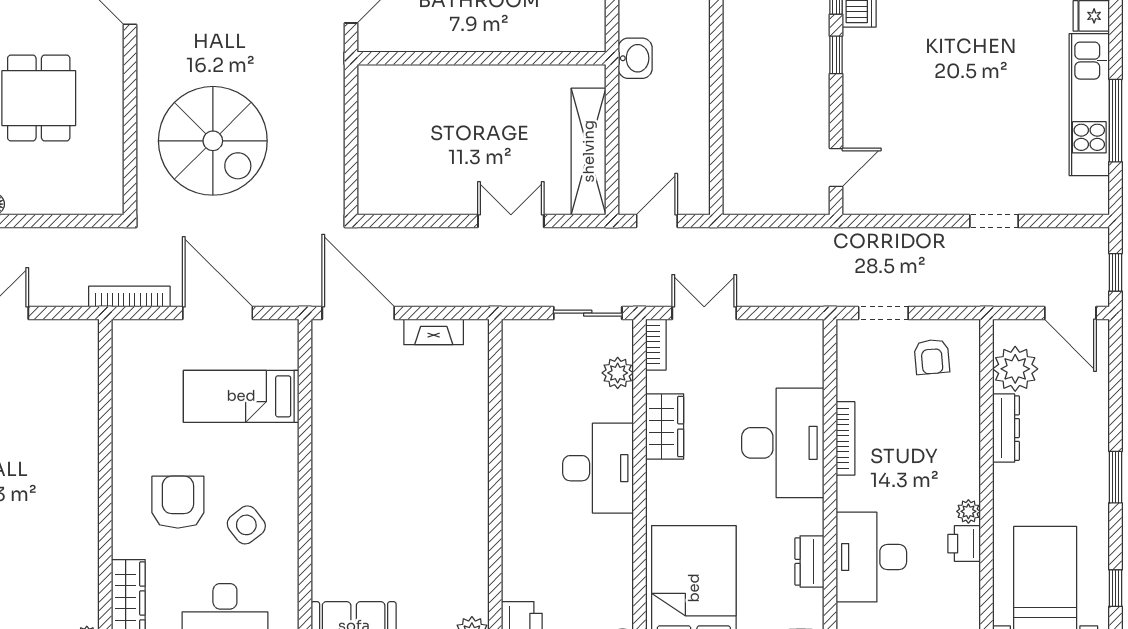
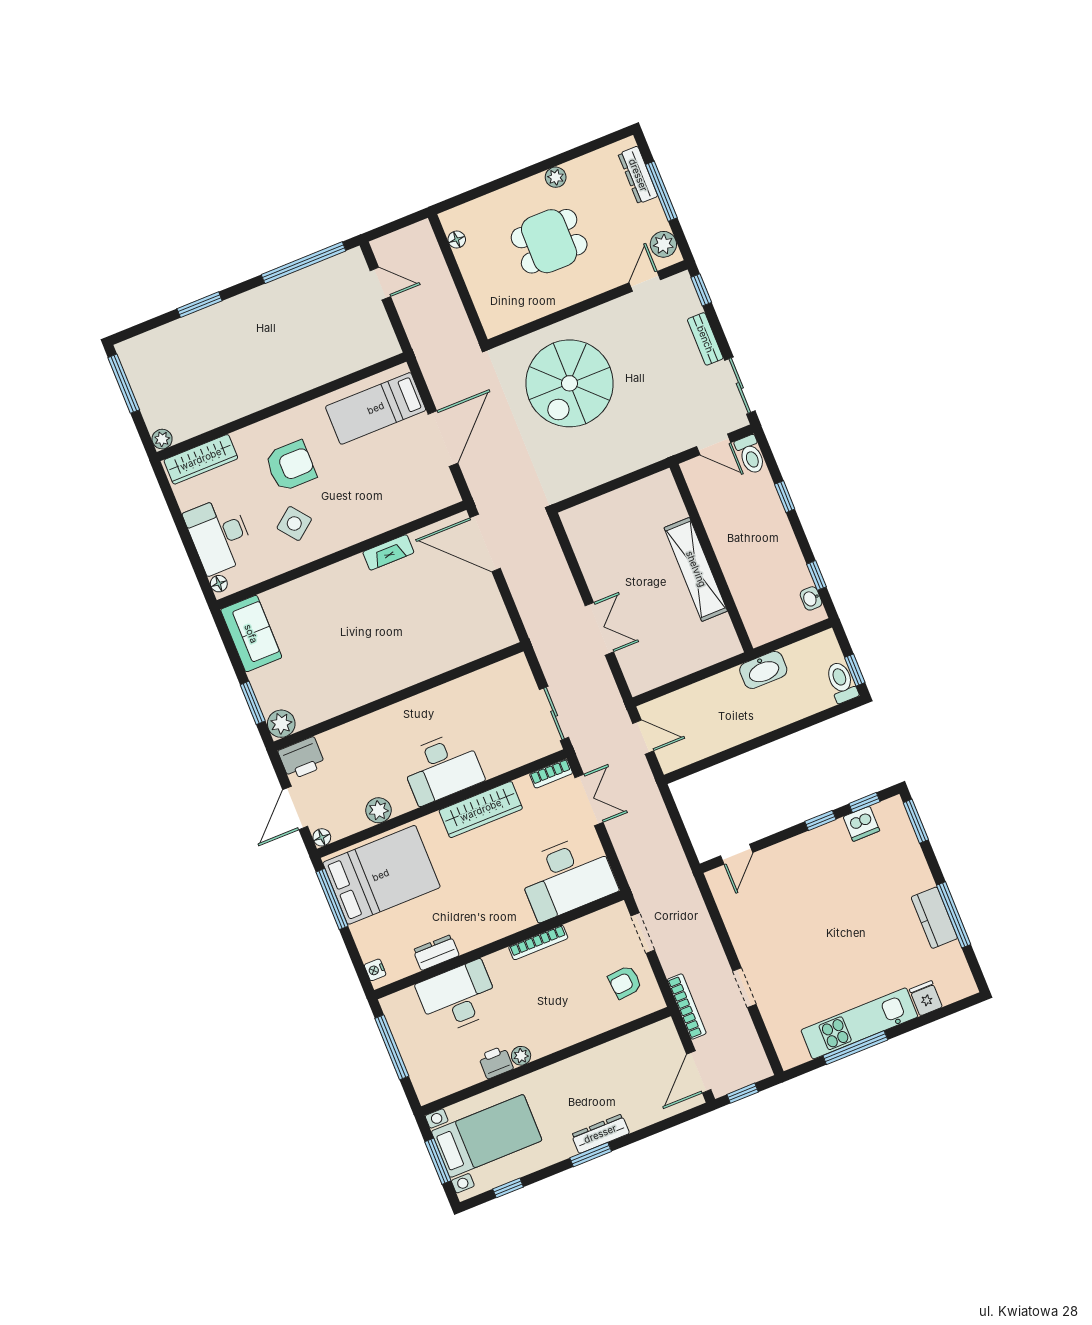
washbasin: (635, 58) -> (763, 670), width x1.38
shelving: (589, 151) -> (696, 569), moved, turned 90
door: (836, 167) -> (737, 854), hinge flipped
bookcase: (129, 297) -> (687, 1006), moved
door: (358, 313) -> (485, 543), swing flipped
fireplace: (434, 332) -> (388, 552), moved, turned -90
plant: (1015, 369) -> (641, 1048), removed
plant: (618, 373) -> (379, 810), moved
bed: (241, 396) -> (376, 408), moved, turned -90
wardrobe: (665, 426) -> (481, 810), width x1.50
dresser: (1006, 428) -> (600, 1134), moved, turned 180
desk: (783, 443) -> (567, 877), moved

